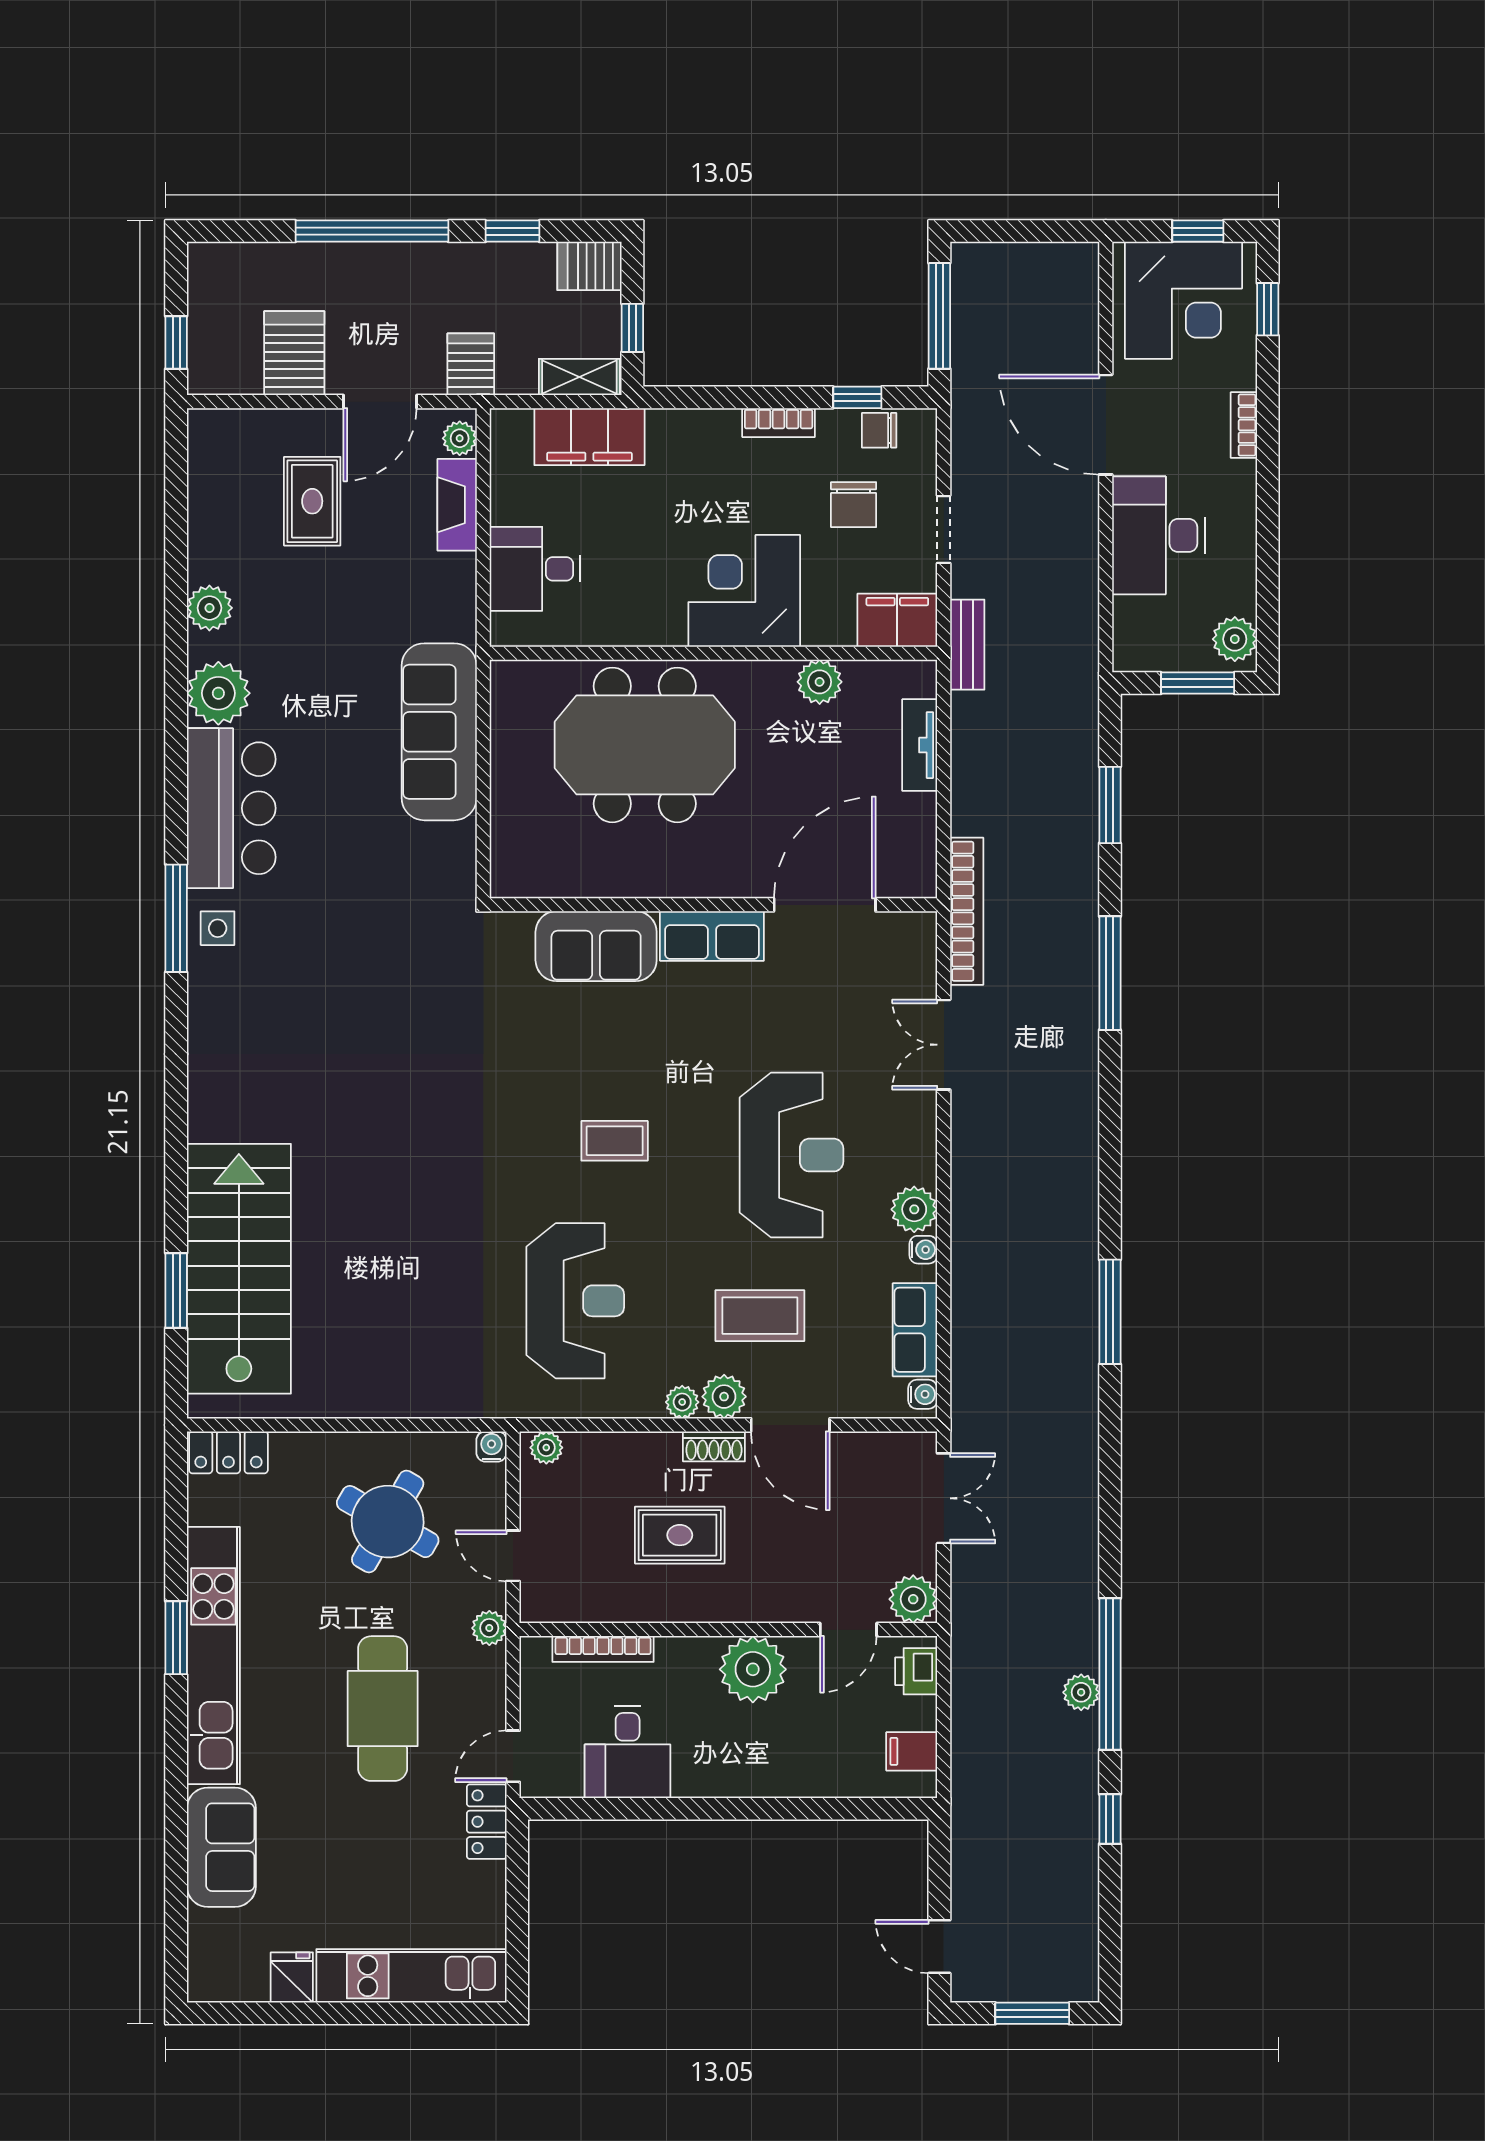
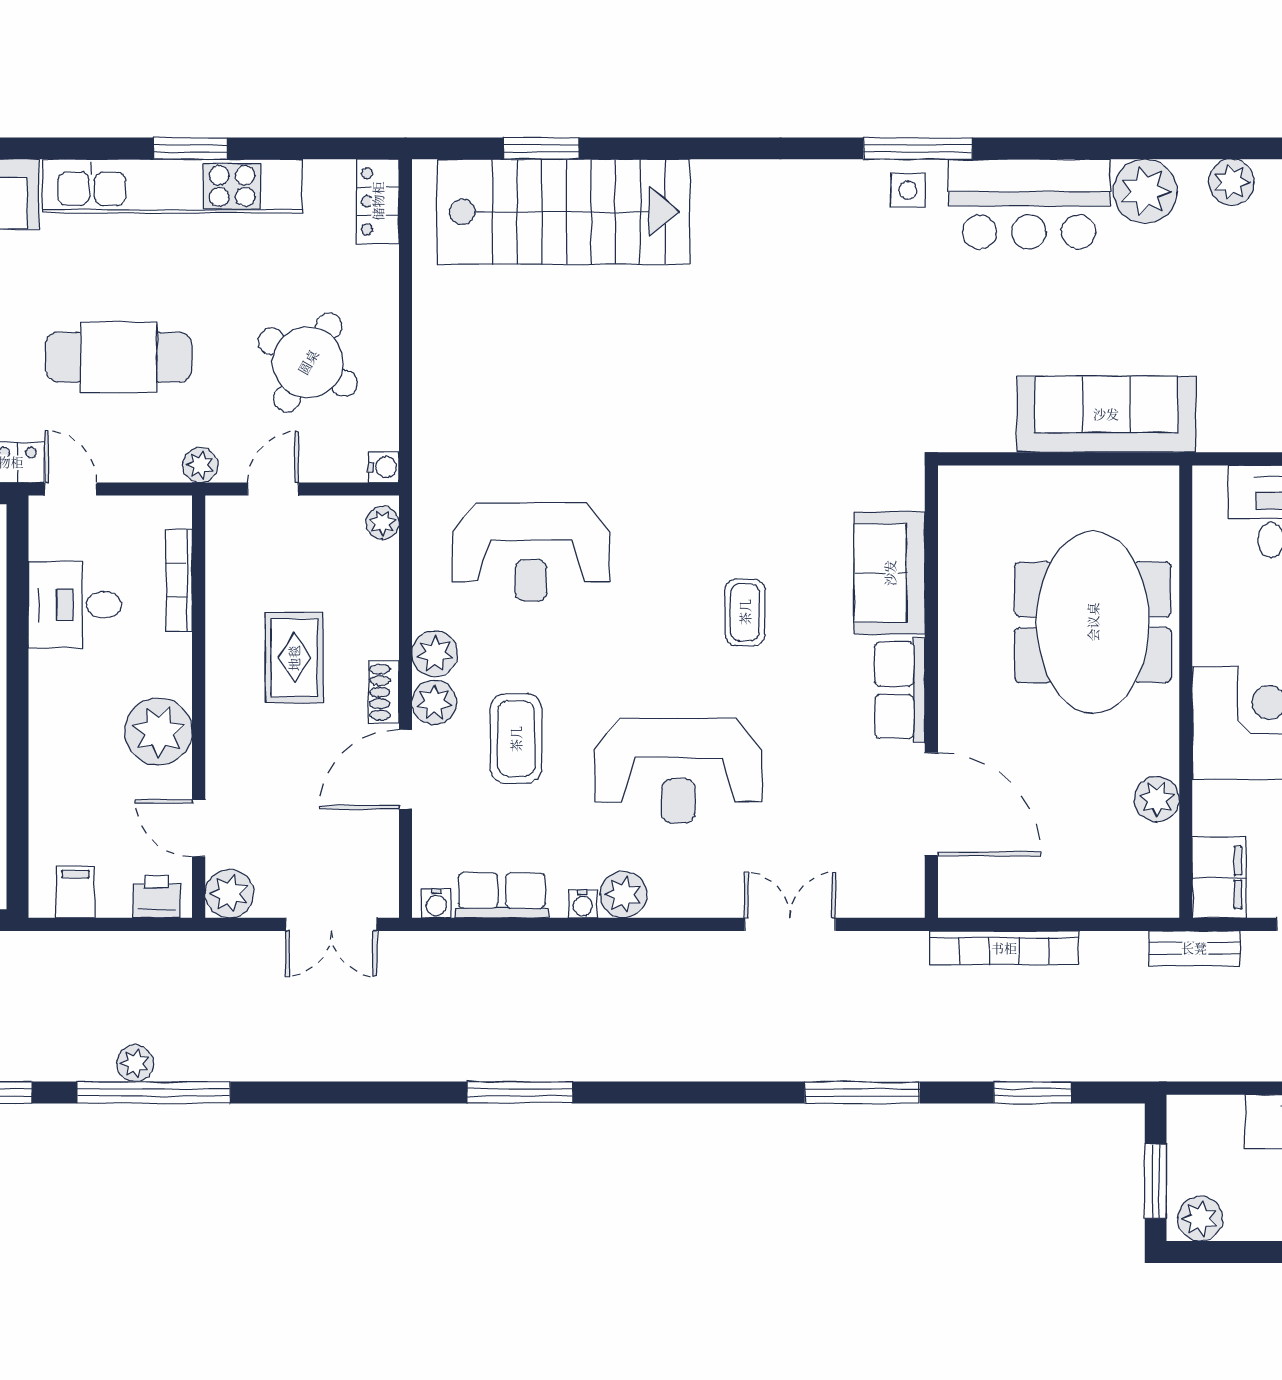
tv unit: (920, 745) -> (1093, 900), removed
bookcase: (967, 911) -> (1004, 948), moved
coffee table: (615, 1141) -> (745, 612), moved
plant: (682, 1402) -> (435, 654), width x1.38, depth x1.38

